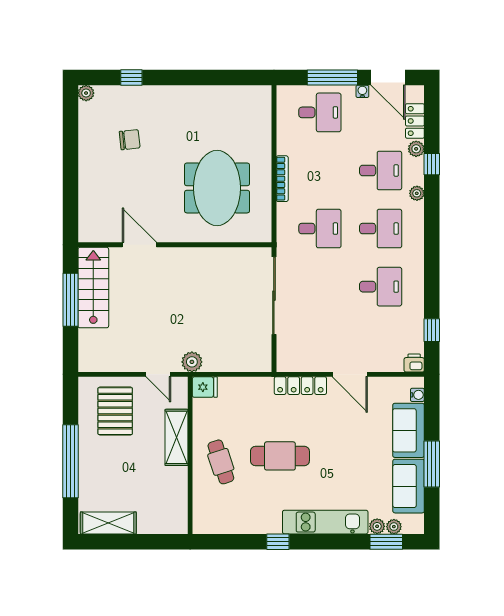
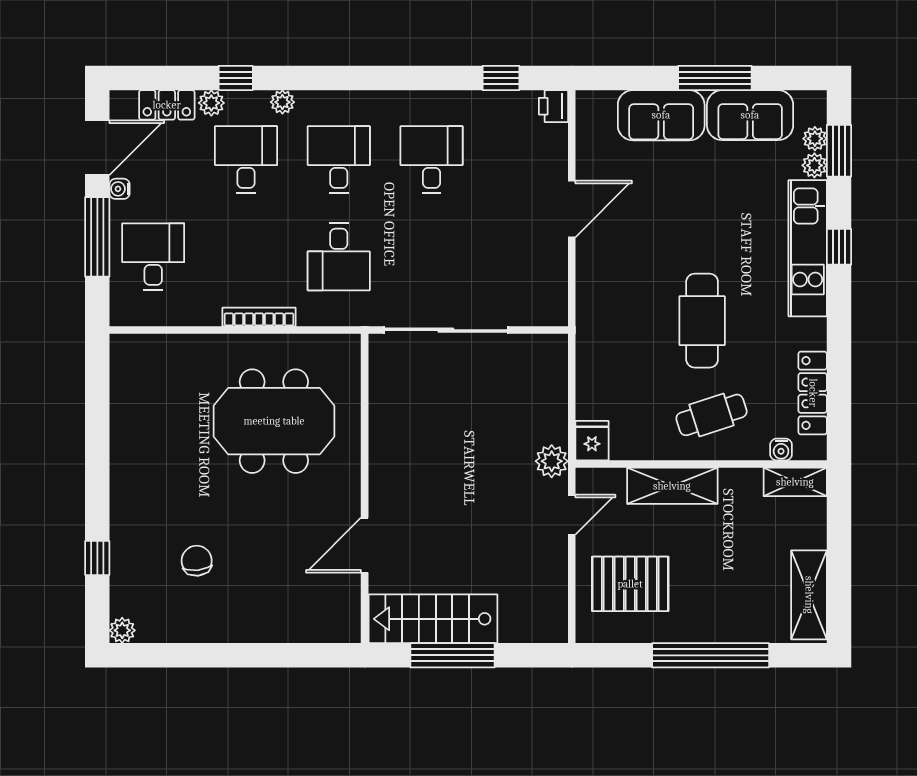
desk: (320, 229) -> (339, 257), turned 180
locker: (300, 386) -> (813, 393), moved, turned 180
water cooler: (417, 395) -> (781, 450), moved, turned 180
shelving: (179, 514) -> (795, 482), added
window: (278, 542) -> (839, 247), moved

